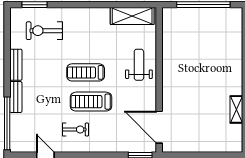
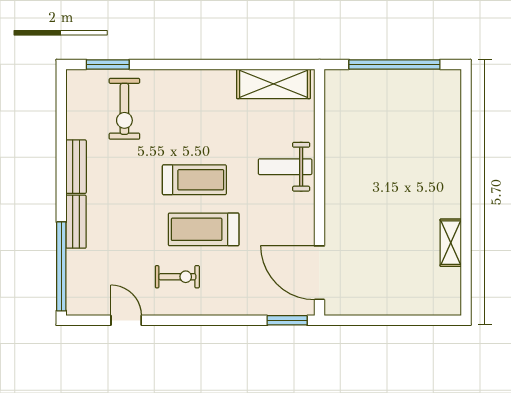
exercise bike: (44, 31) -> (124, 109), turned -90
weight bench: (139, 65) -> (285, 167), turned -90
treadmill: (86, 72) -> (194, 180), turned 180

